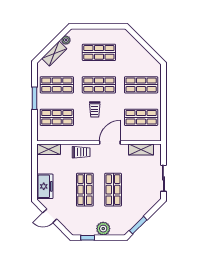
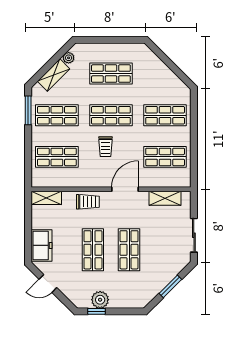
window: (34, 98) -> (28, 110), moved
window: (138, 225) -> (170, 286), moved
plant: (103, 229) -> (100, 300), moved

